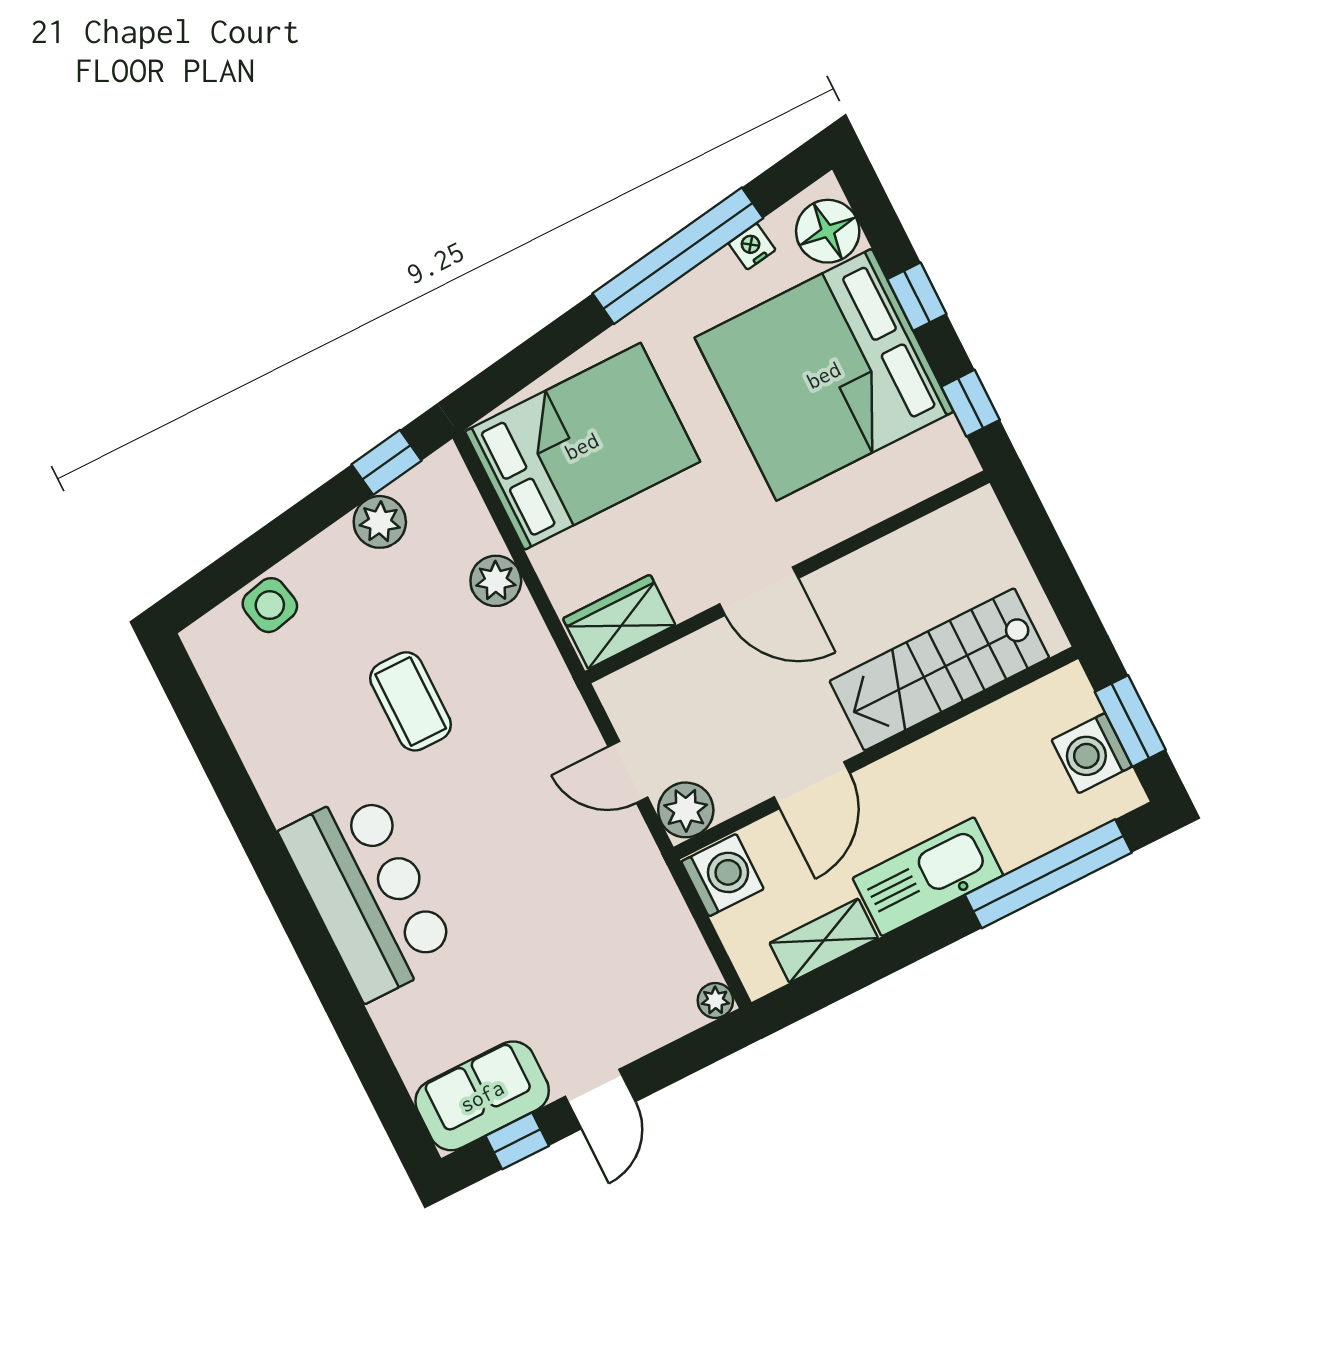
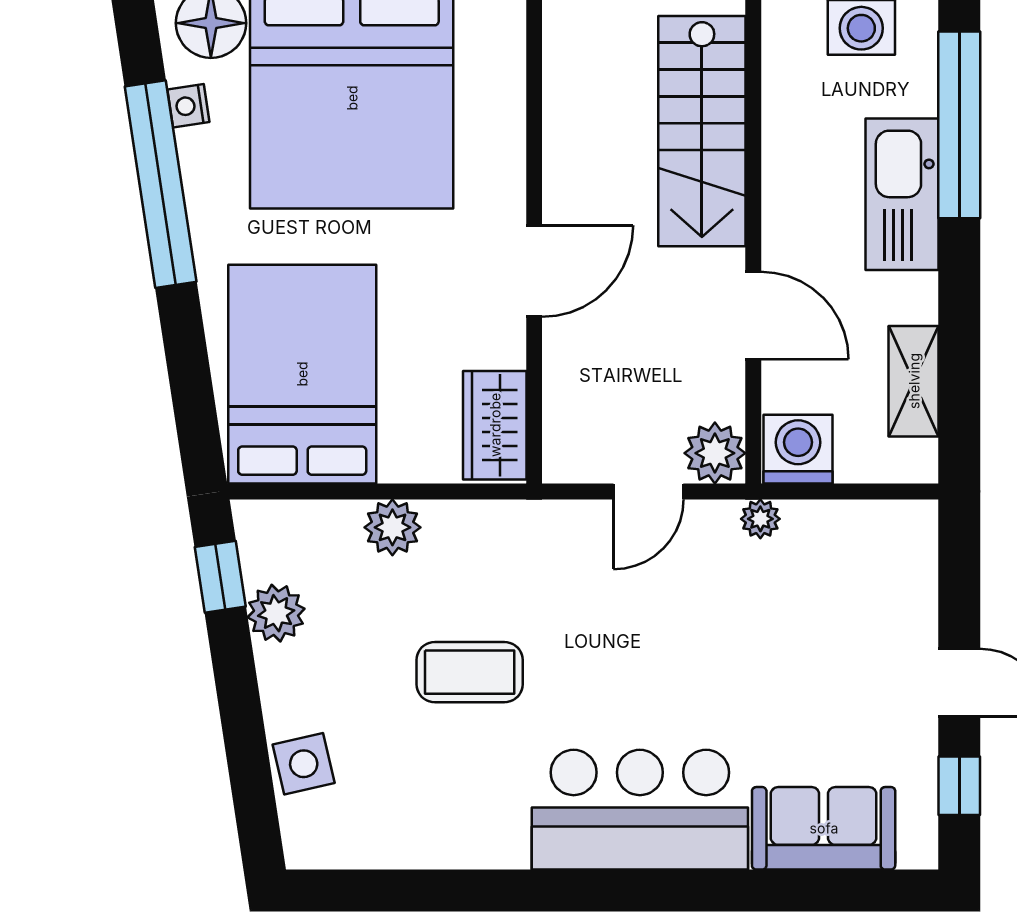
kitchen sink: (928, 877) -> (902, 194), moved
plant: (715, 1000) -> (760, 519), moved
sofa: (482, 1096) -> (824, 828), moved, turned 90

